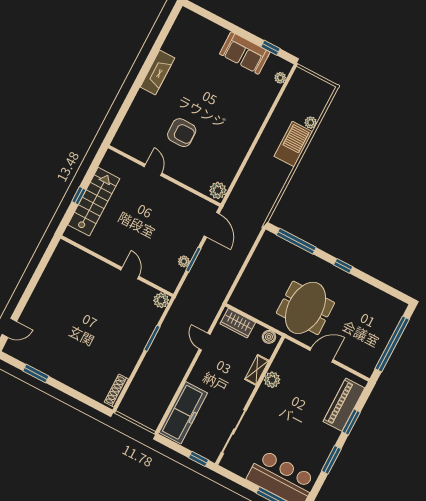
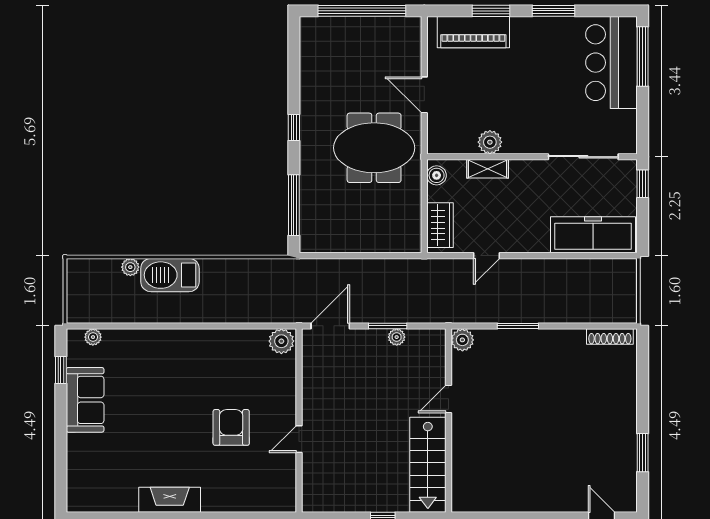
stairs: (94, 202) -> (428, 465), moved, turned -90

